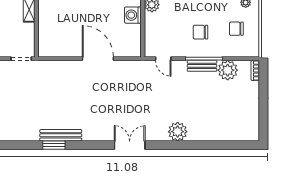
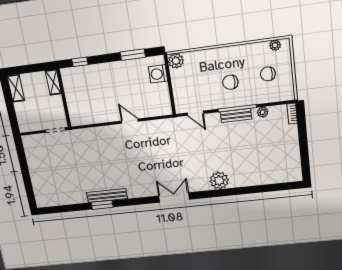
door: (98, 59) -> (130, 121), width x0.53
plant: (228, 70) -> (263, 112), width x0.53, depth x0.53

